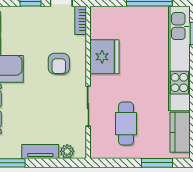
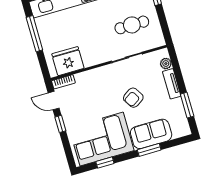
fridge: (104, 57) -> (68, 61), moved
armchair: (59, 64) -> (133, 98), moved, turned 147

